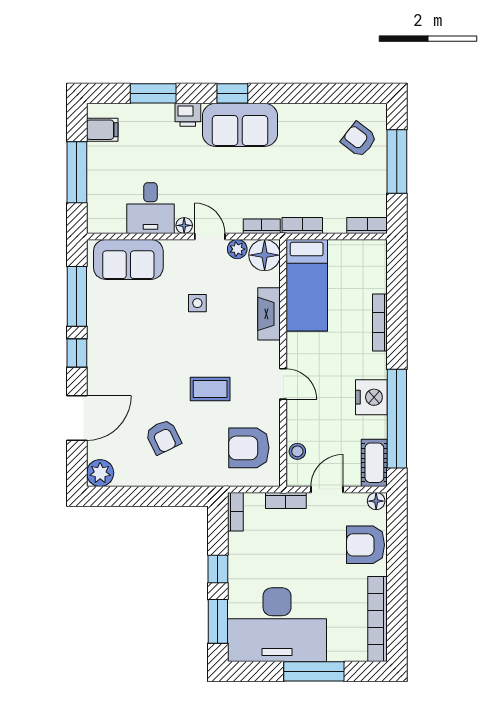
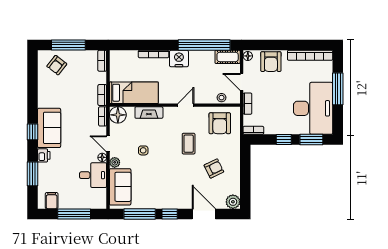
door: (210, 236) -> (108, 144), hinge flipped
plant: (237, 249) -> (115, 162), moved
nightstand: (371, 397) -> (179, 58), moved

